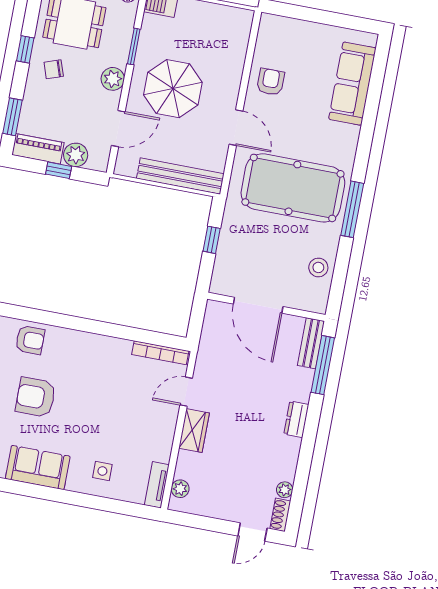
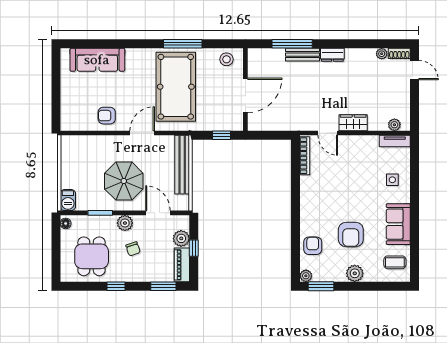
chair: (54, 69) -> (133, 249), moved
door: (258, 305) -> (245, 95), moved
wall: (266, 307) -> (245, 90), moved
bench: (311, 343) -> (303, 55), moved

